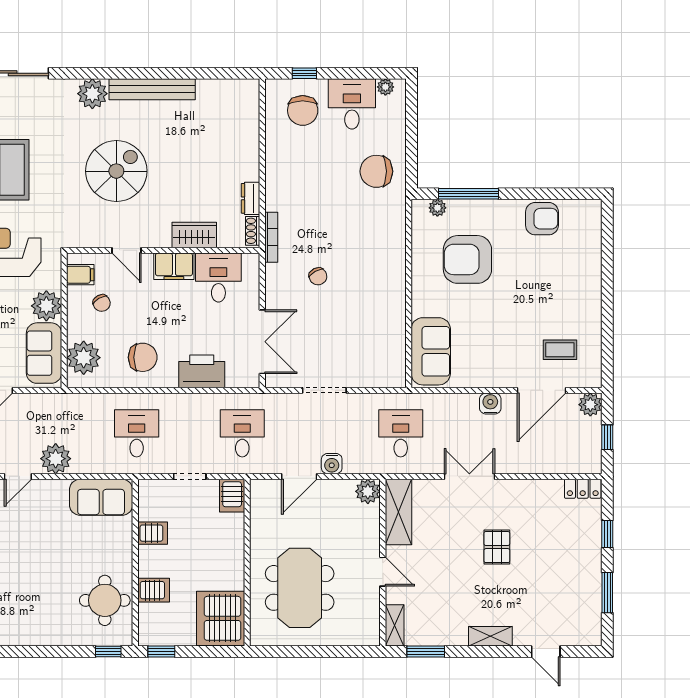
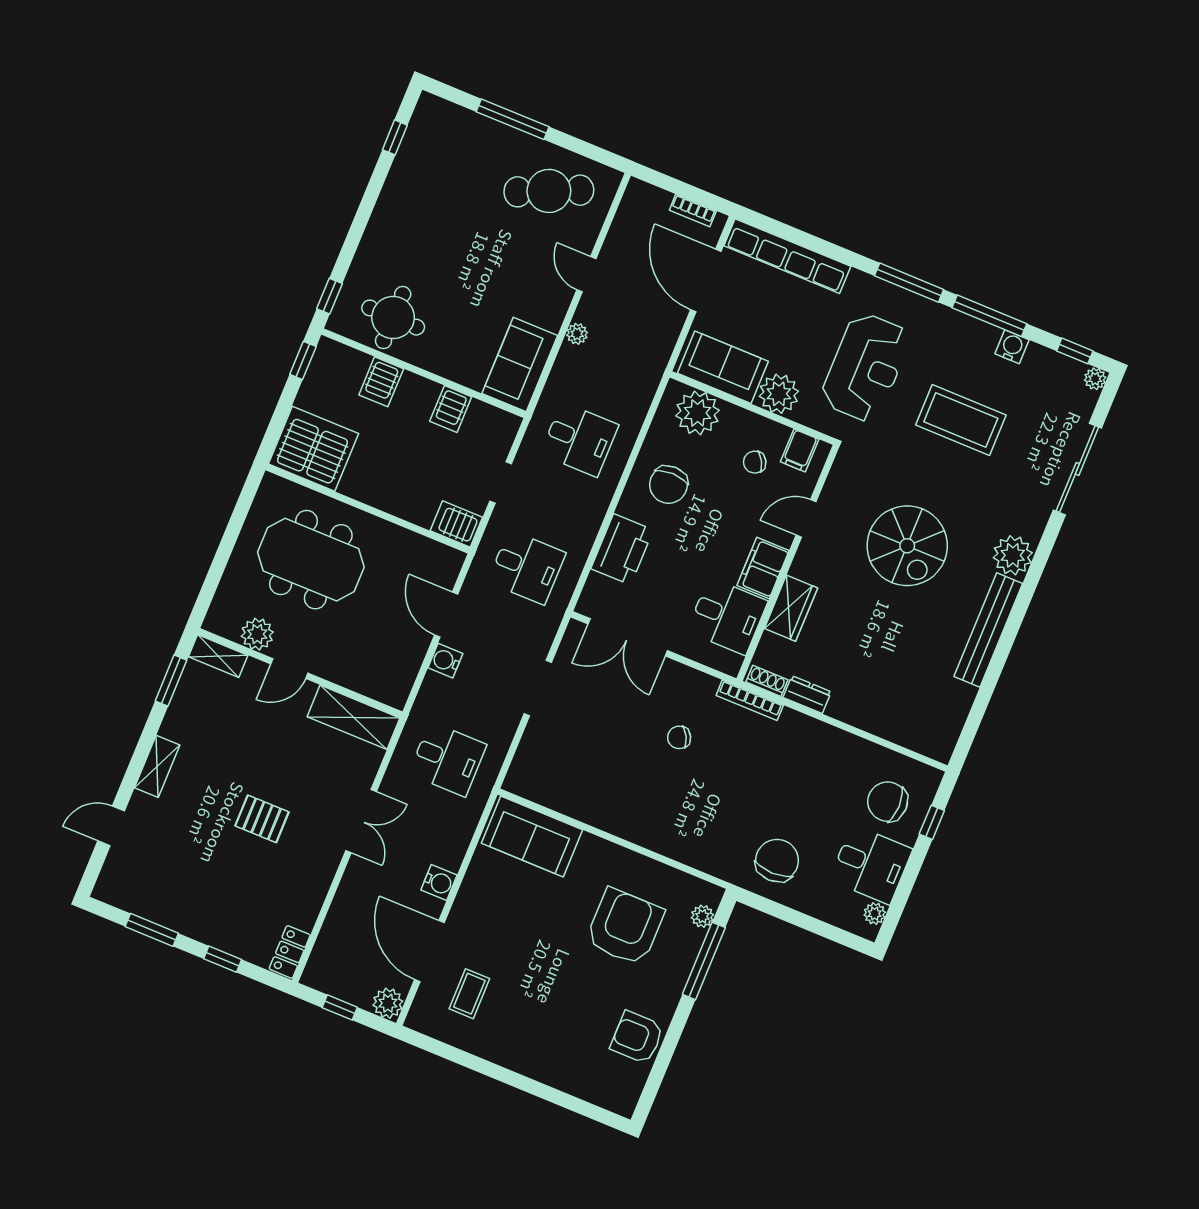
armchair: (542, 219) -> (637, 1037), turned 90
plant: (56, 459) -> (577, 334), width x0.53, depth x0.53
plant: (368, 491) -> (257, 634), moved

